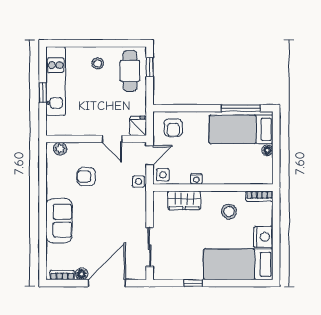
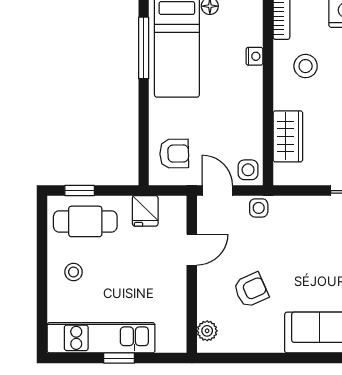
fridge: (138, 126) -> (145, 211), moved, turned -90
armchair: (86, 177) -> (251, 290), turned -116
nightstand: (196, 179) -> (254, 56), moved

